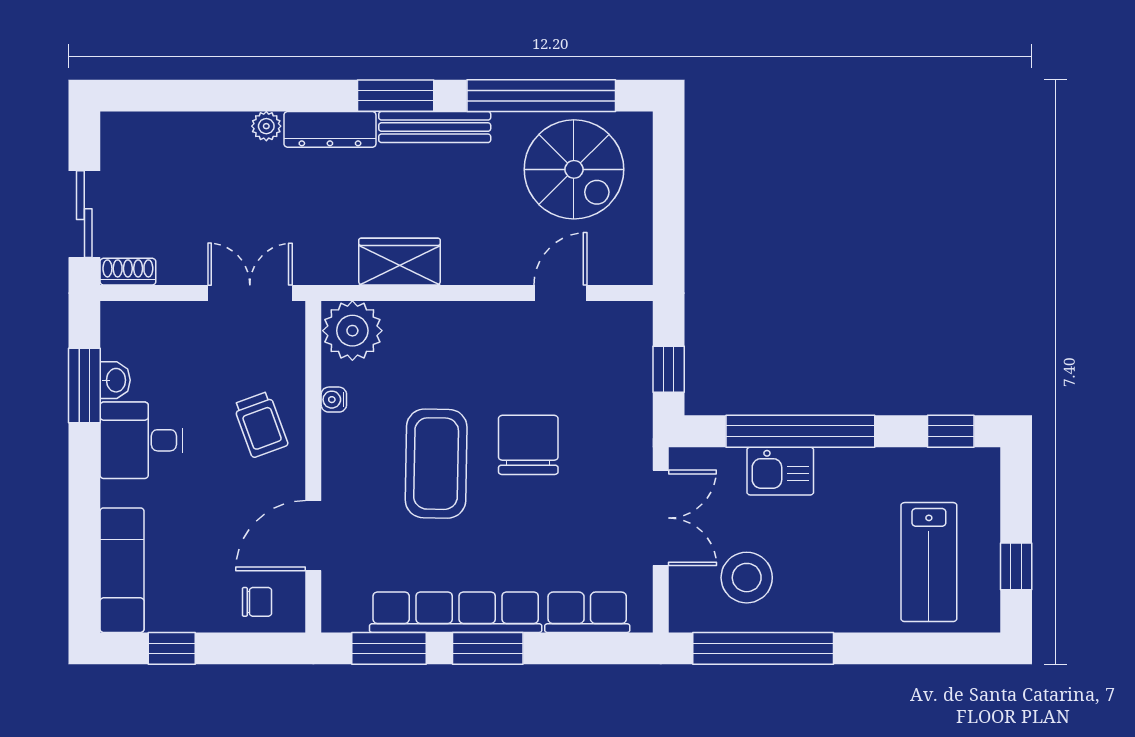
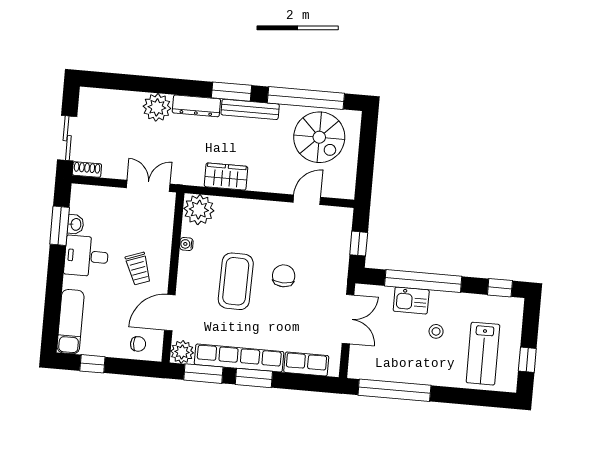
plant: (266, 126) -> (157, 107), width x1.88, depth x1.88
trolley: (261, 425) -> (138, 269), moved
chair: (528, 445) -> (284, 276), width x0.73, depth x0.73
stool: (747, 578) -> (436, 331), moved, width x0.53, depth x0.53
plant: (344, 610) -> (182, 352), added

